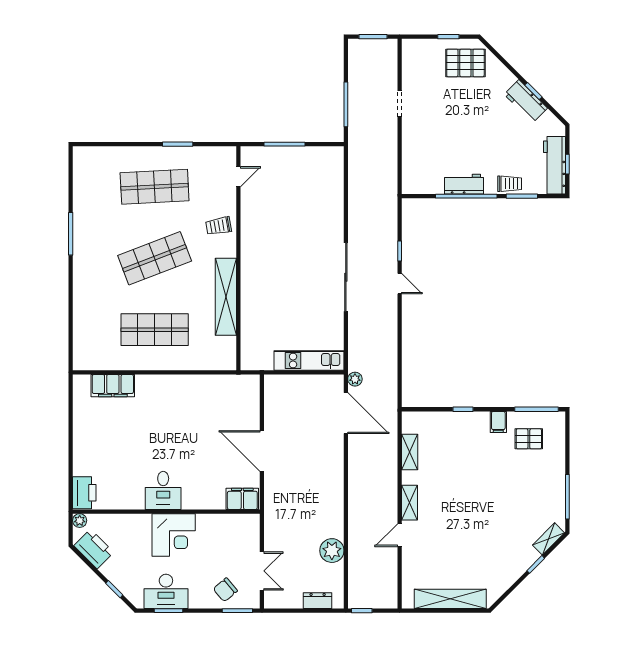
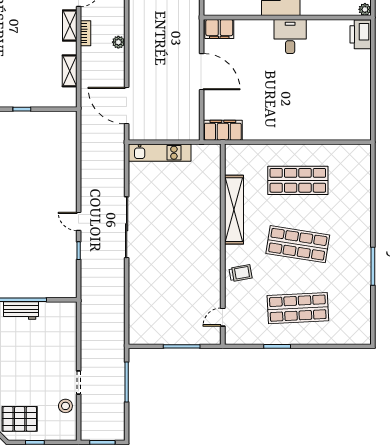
stool: (414, 78) -> (65, 406), added
shop shelf: (155, 258) -> (298, 244), turned 30
plant: (355, 379) -> (118, 42), moved
filing cabinet: (113, 386) -> (223, 130), moved
bookcase: (392, 494) -> (85, 33), added

